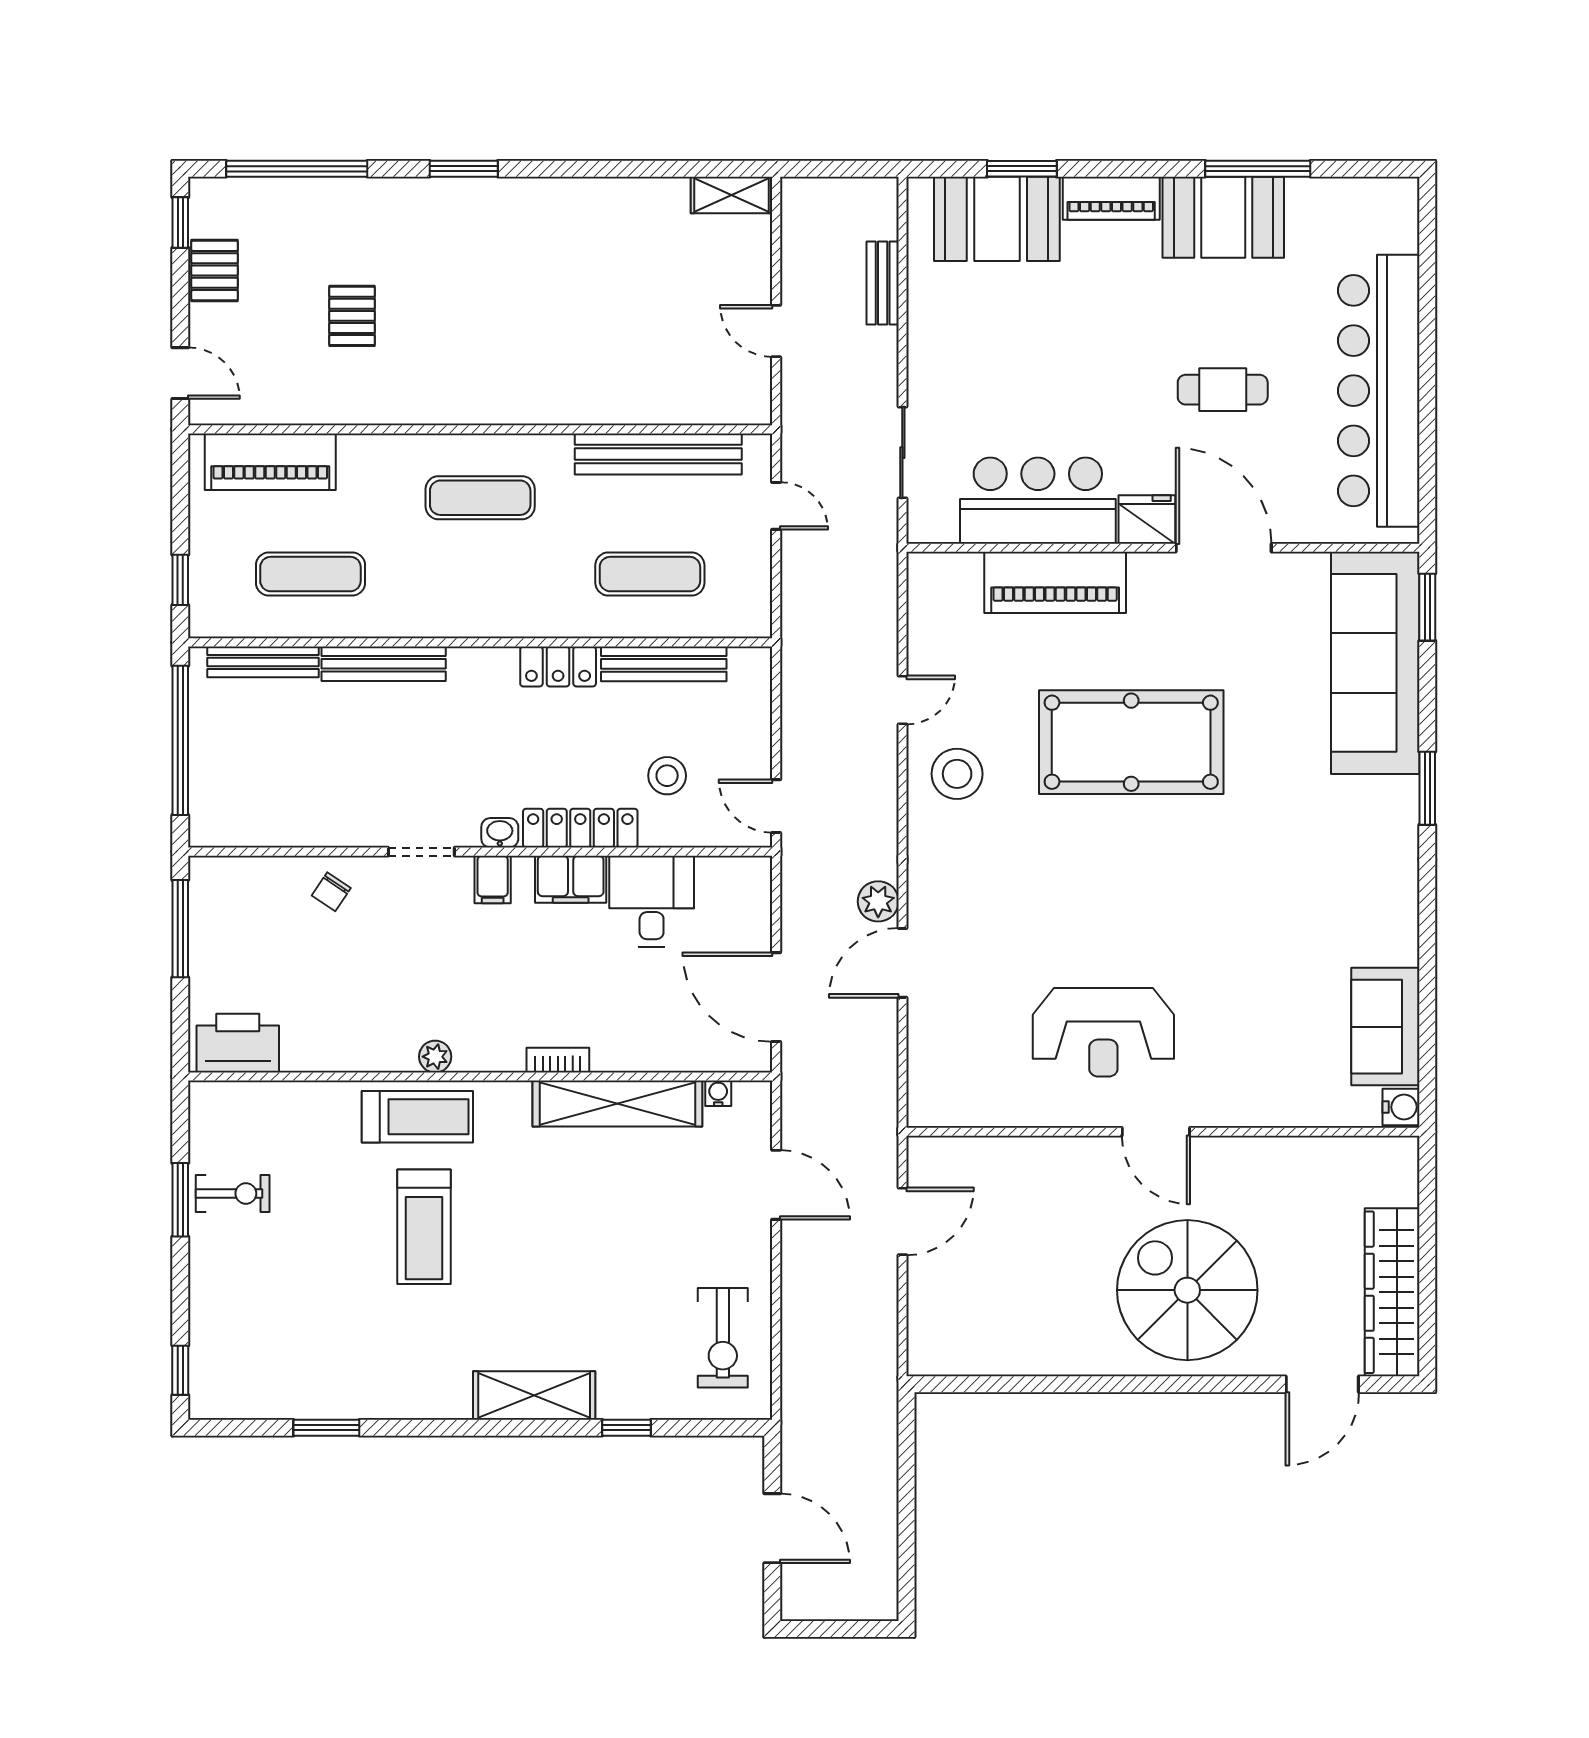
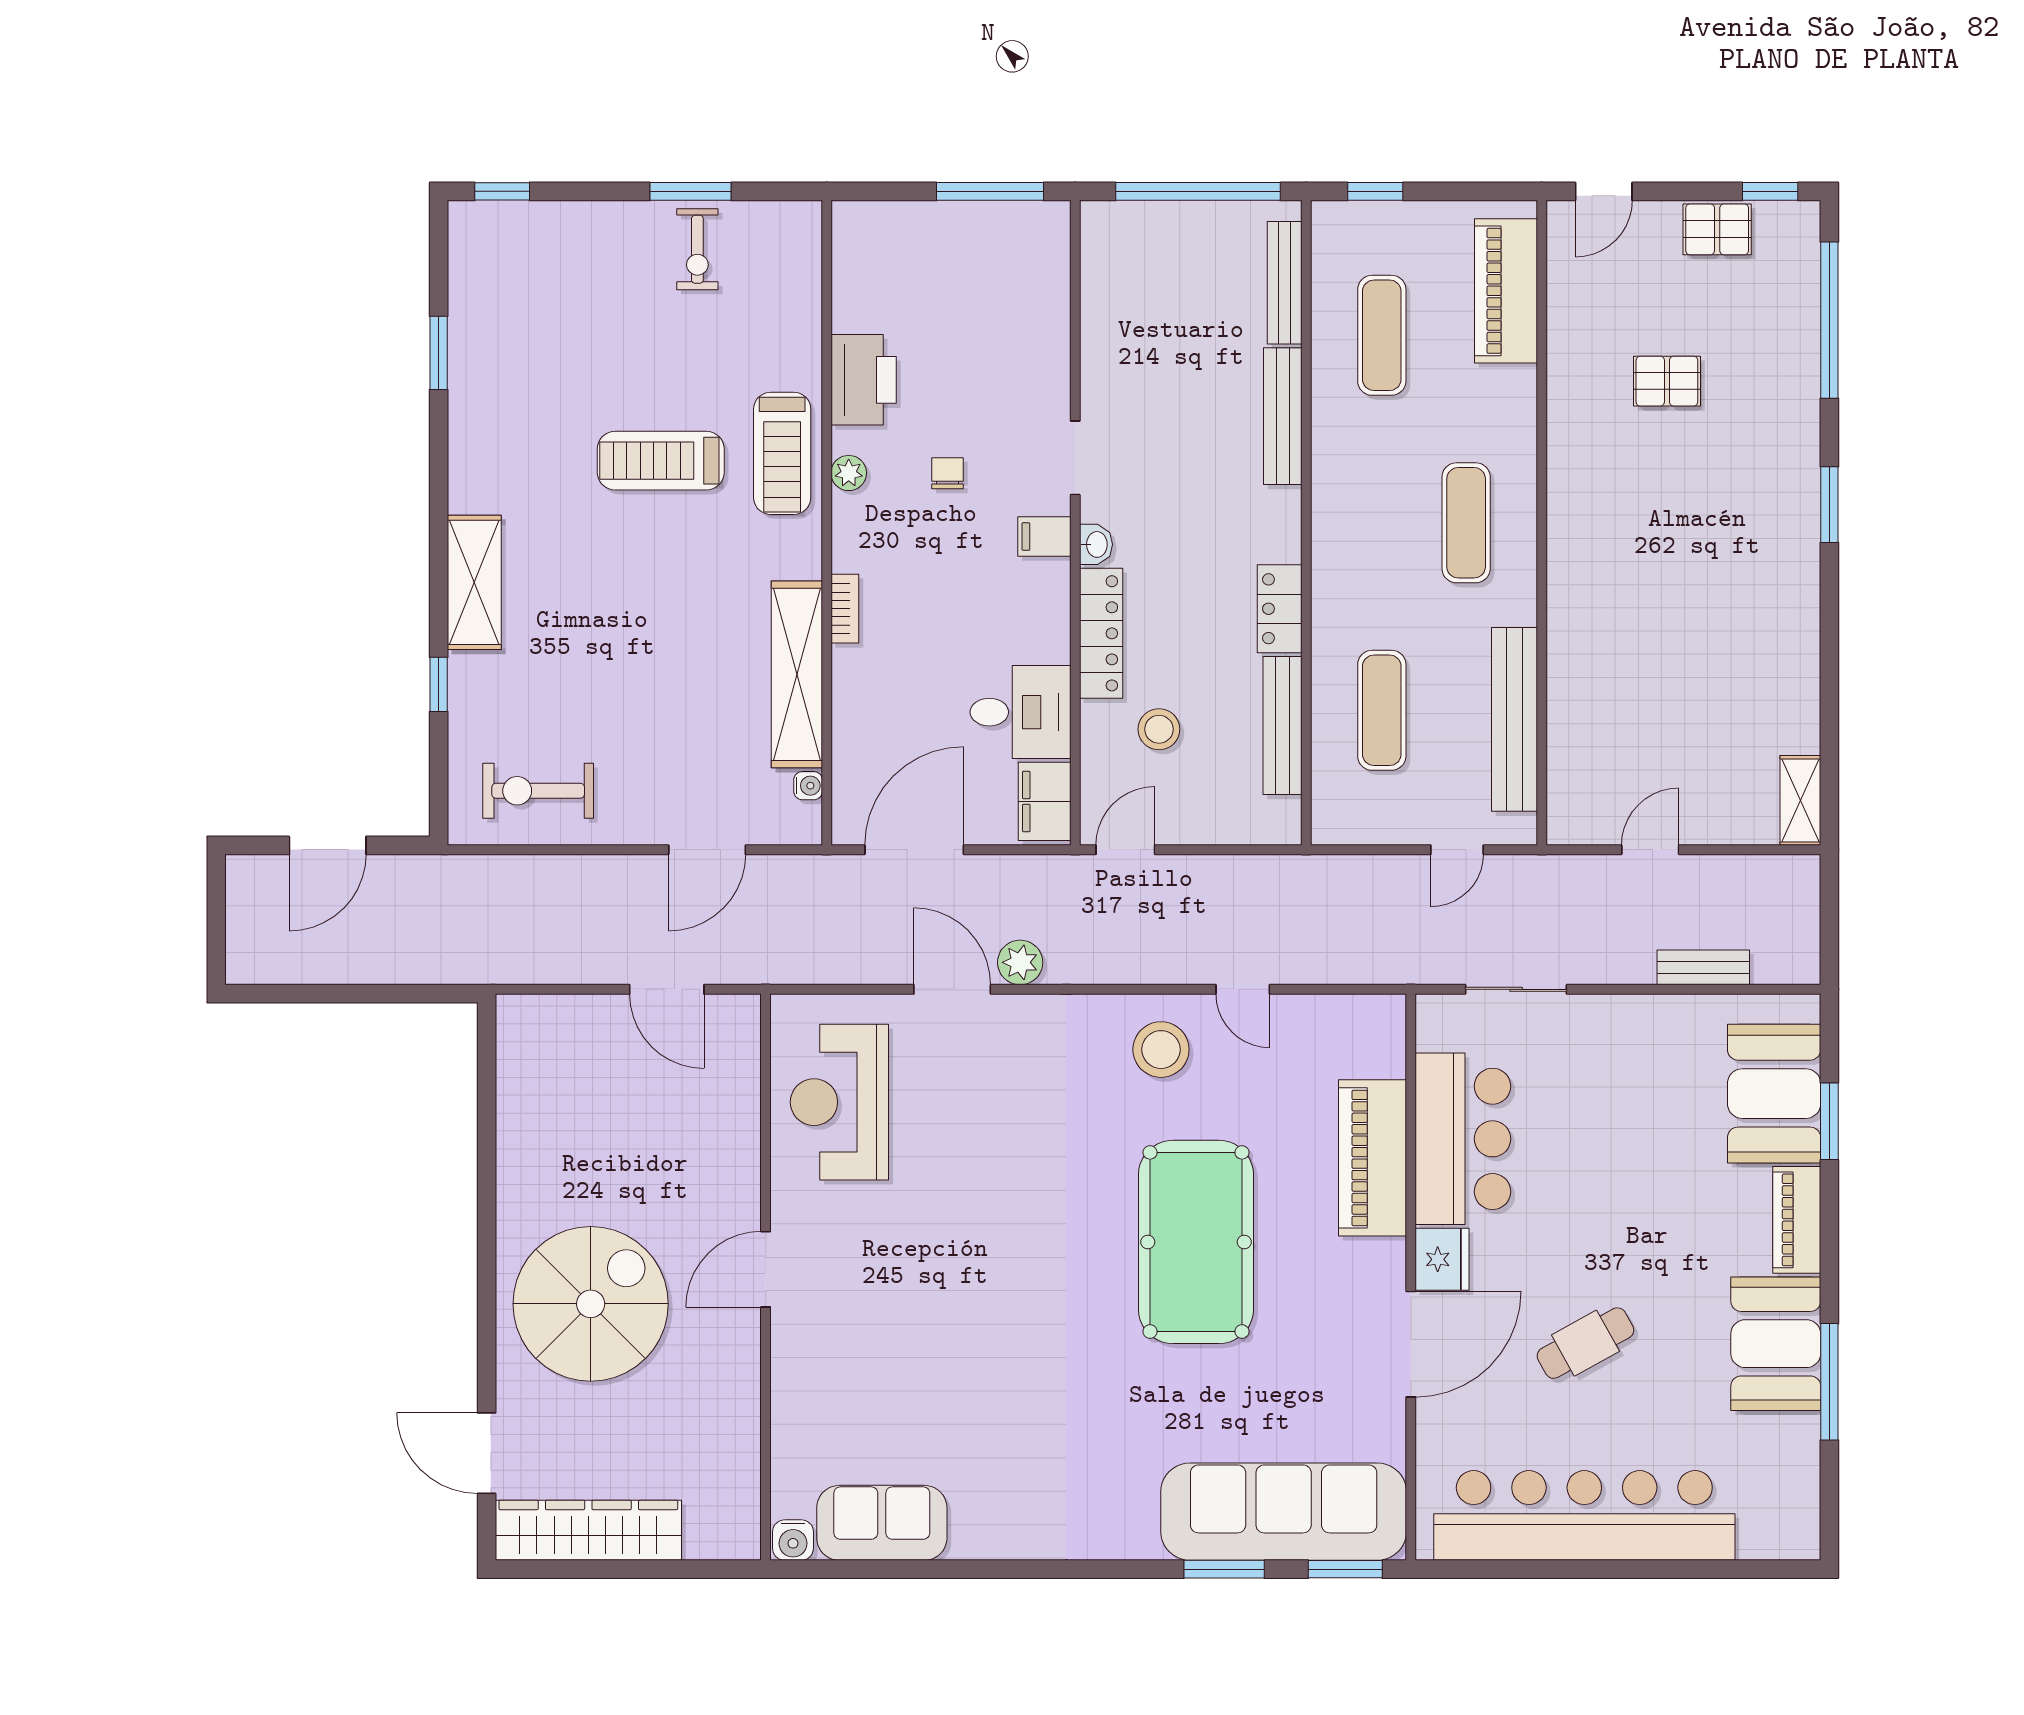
cafe table: (1223, 390) -> (1585, 1343), turned 61
window: (1427, 788) -> (1224, 1569), moved
filing cabinet: (571, 879) -> (1045, 801), moved
chair: (331, 892) -> (948, 473), moved, turned 56
reception desk: (1103, 1032) -> (839, 1102), moved
printer: (238, 1043) -> (864, 380), moved

